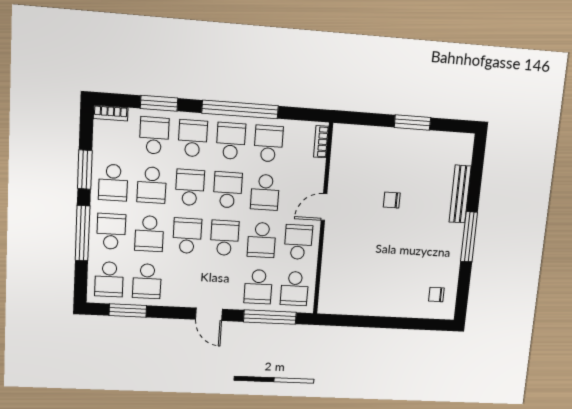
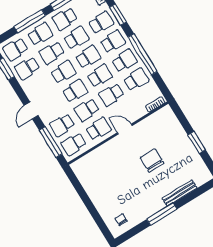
school desk: (152, 185) -> (76, 38), turned 180
chair: (392, 200) -> (152, 161), width x1.87, depth x1.87

